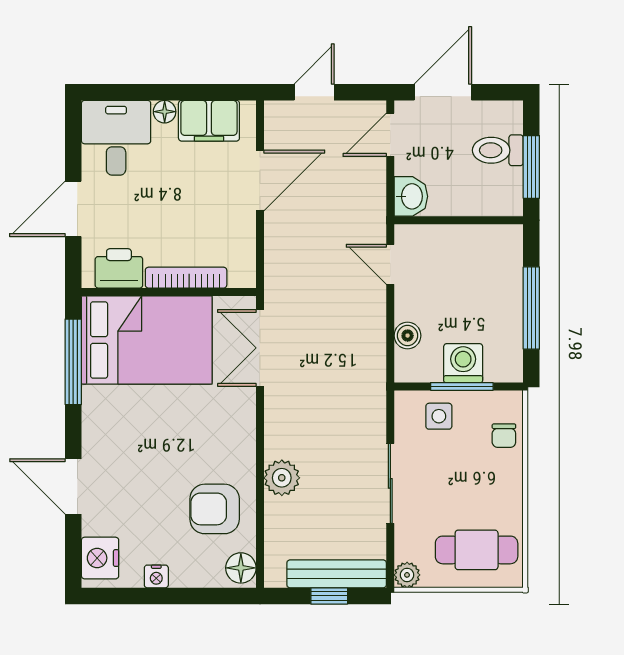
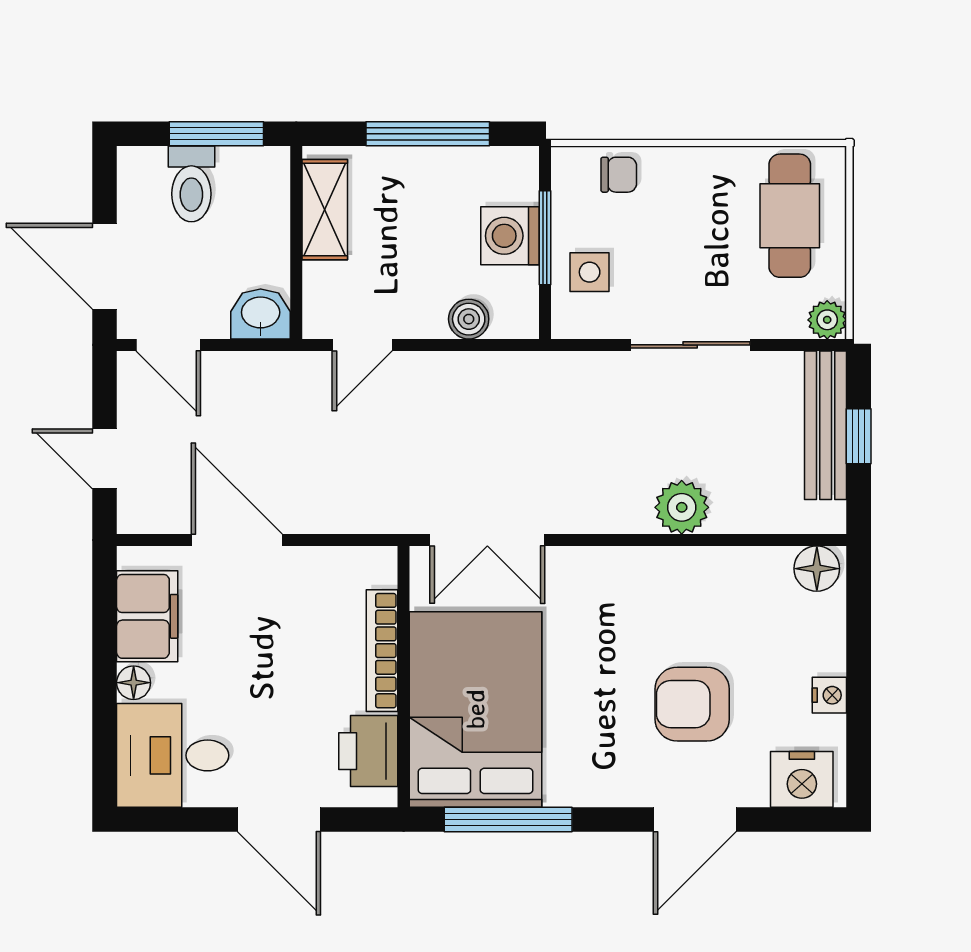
shelving: (481, 239) -> (325, 210), added
armchair: (215, 509) -> (692, 704), moved, turned 90

